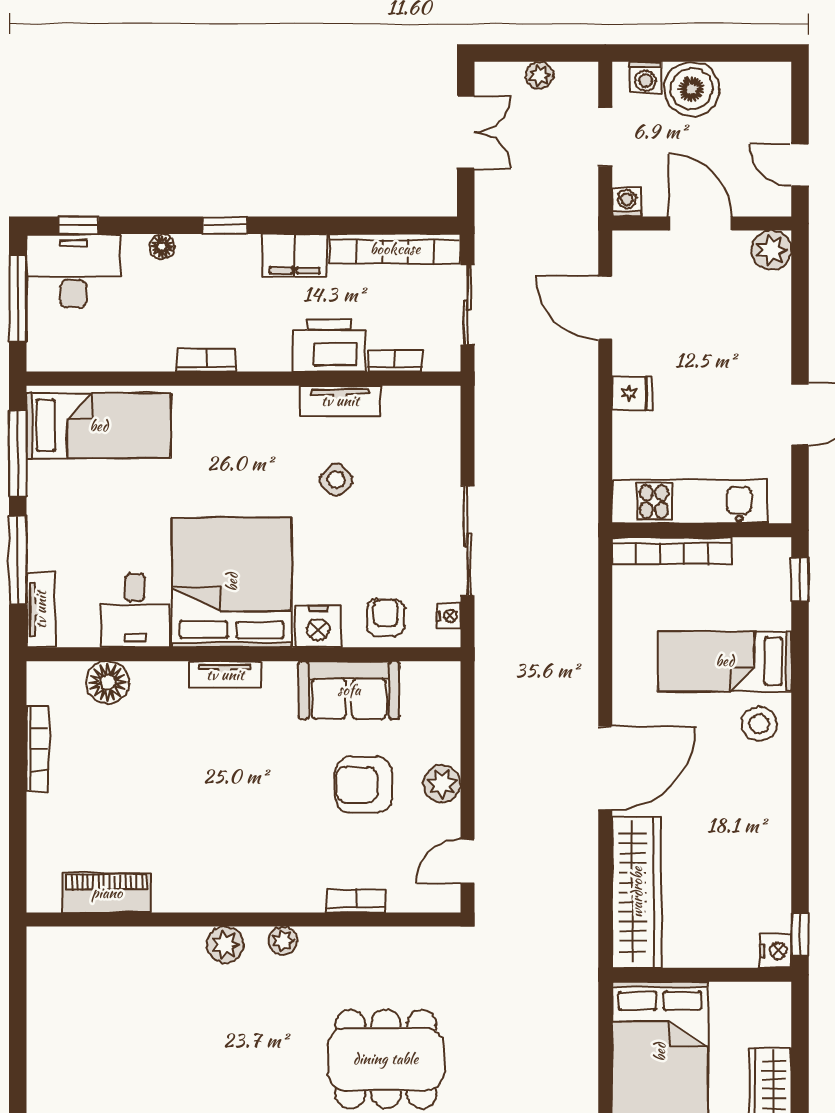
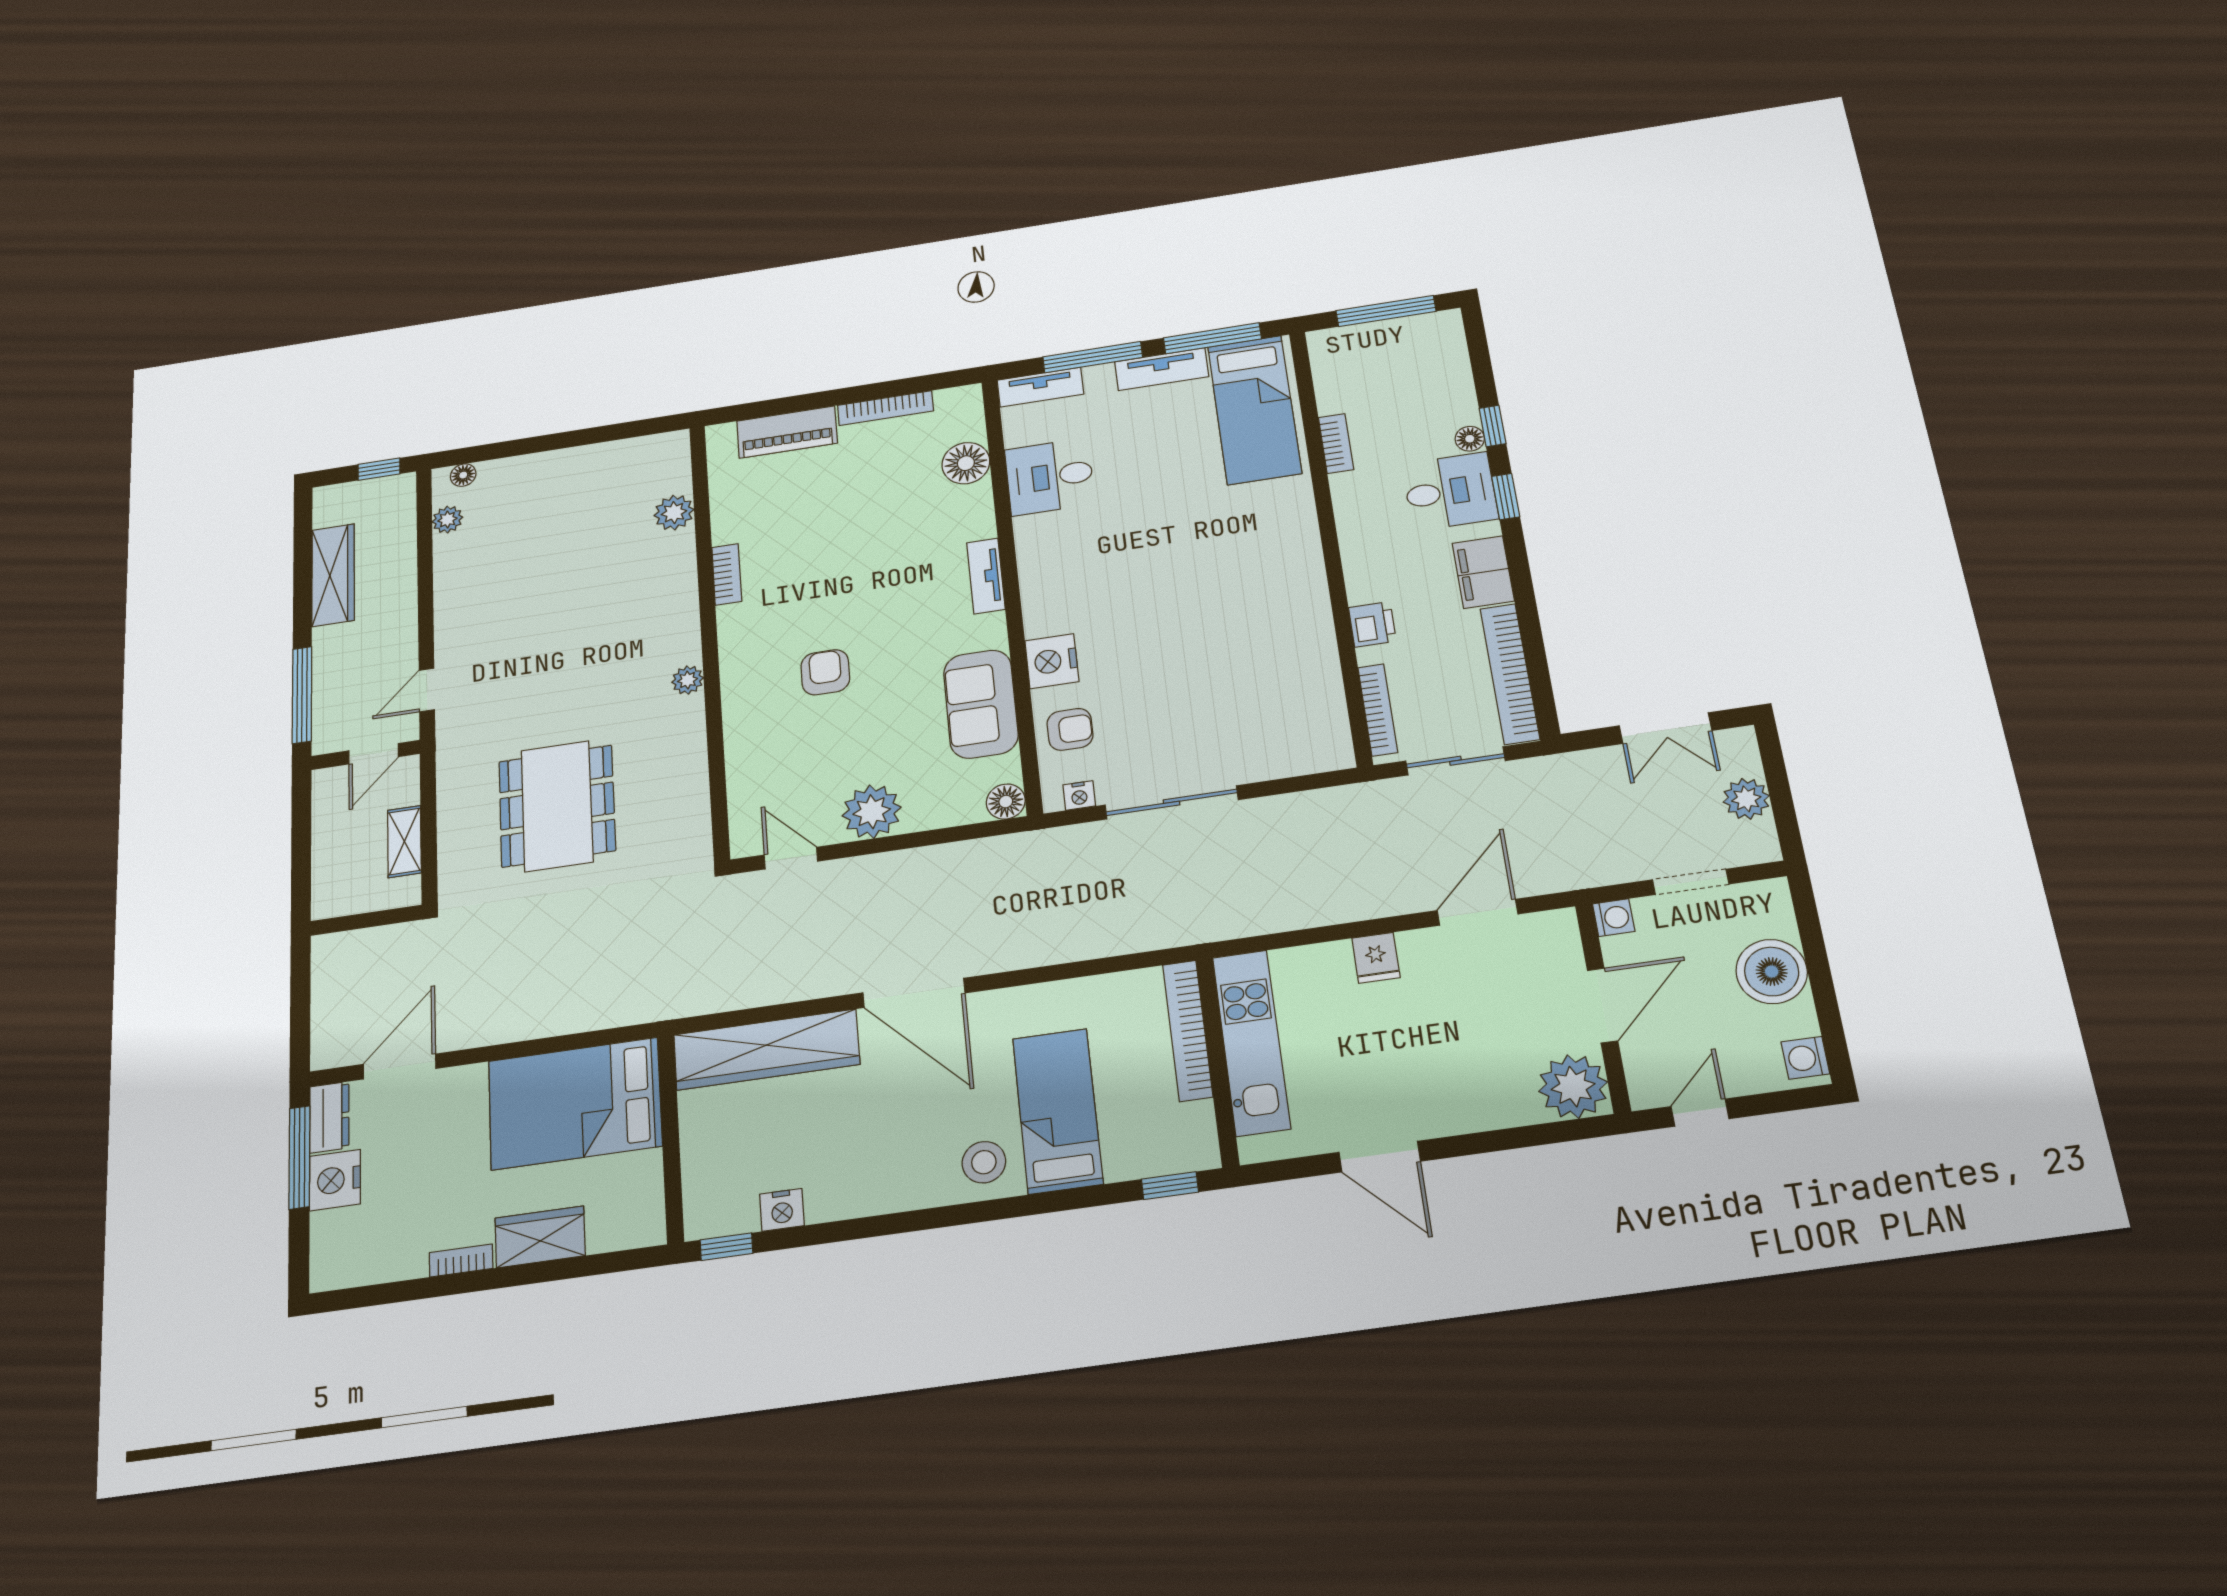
plant: (540, 75) -> (1746, 799), width x1.38, depth x1.38
washing machine: (646, 77) -> (1805, 1058), moved
window: (79, 225) -> (1493, 426), moved
plant: (771, 250) -> (1573, 1087), width x1.36, depth x1.36
desk: (73, 271) -> (1450, 491), moved, width x0.73
printer: (329, 346) -> (1372, 624), width x0.53, depth x0.68
bookcase: (207, 360) -> (1336, 443), moved
bookcase: (395, 361) -> (1378, 710), width x1.56
tv unit: (340, 401) -> (1162, 369), moved, turned -90
side table: (336, 480) -> (1226, 654), removed
bed: (232, 582) -> (1093, 567), removed
floor lamp: (444, 677) -> (1006, 802), added
plant: (442, 784) -> (872, 812), width x1.36, depth x1.36
armchair: (364, 785) -> (825, 672), moved, width x0.72, depth x0.72
piano: (107, 893) -> (787, 432), moved, turned 90
bookcase: (356, 901) -> (727, 574), moved
plant: (225, 945) -> (674, 513), moved
nightstand: (776, 951) -> (782, 1210), moved

